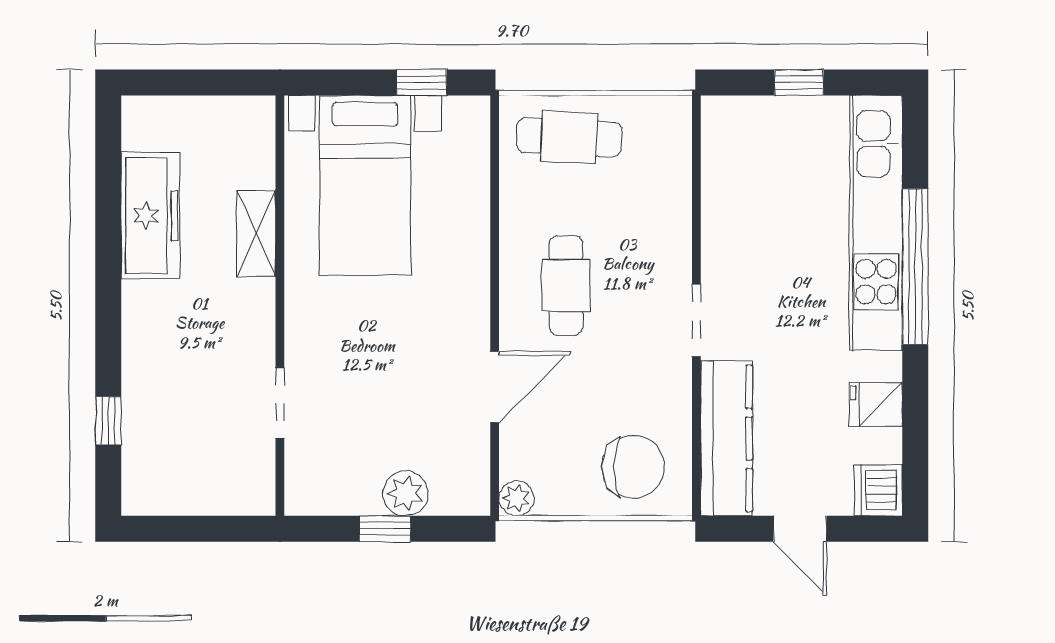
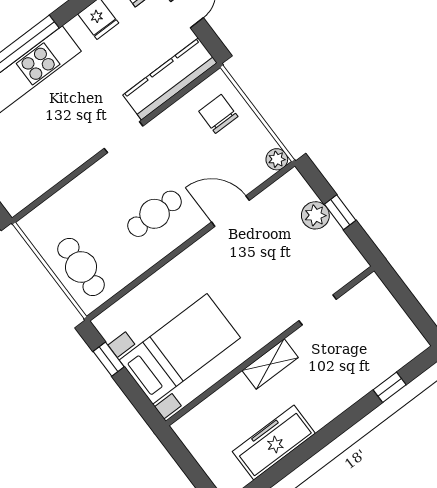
shelving: (256, 233) -> (270, 364), moved
chair: (633, 467) -> (218, 114), width x0.73, depth x0.73

